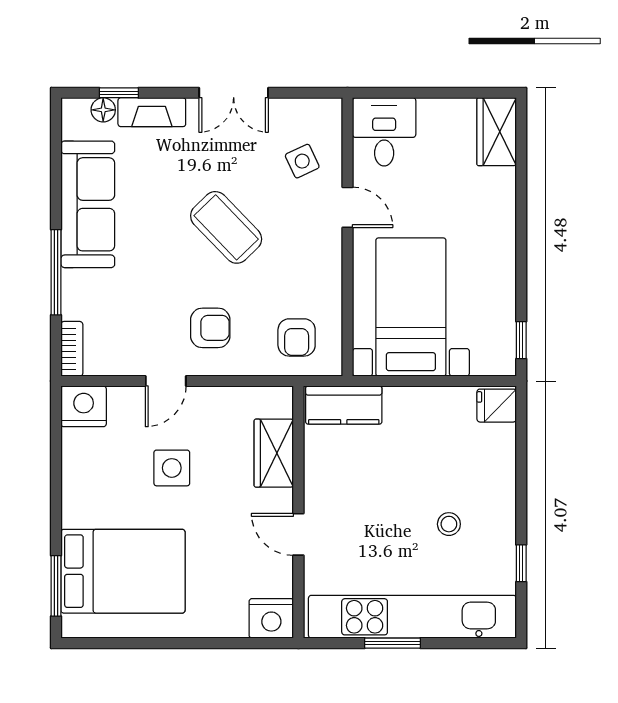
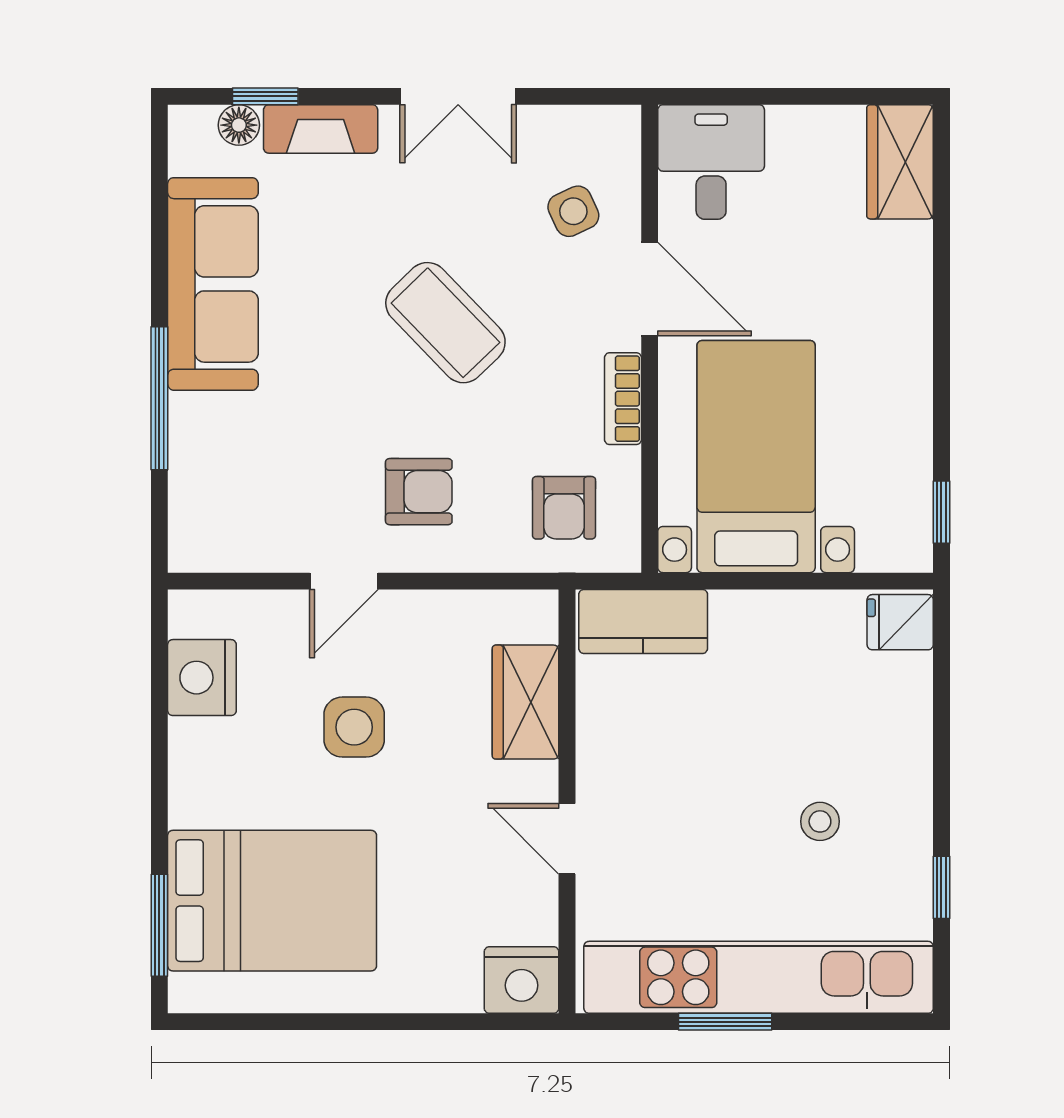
door: (348, 207) -> (650, 289), width x1.38
bookcase: (72, 349) -> (623, 399), moved, turned 180
nightstand: (84, 406) -> (202, 678), moved, turned -90

